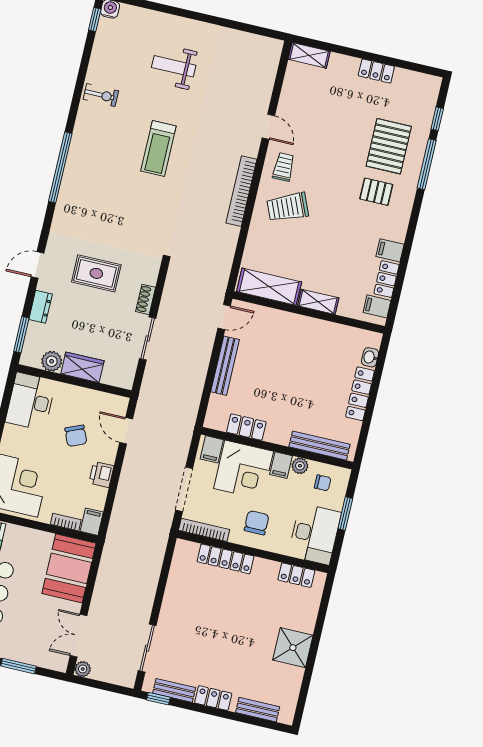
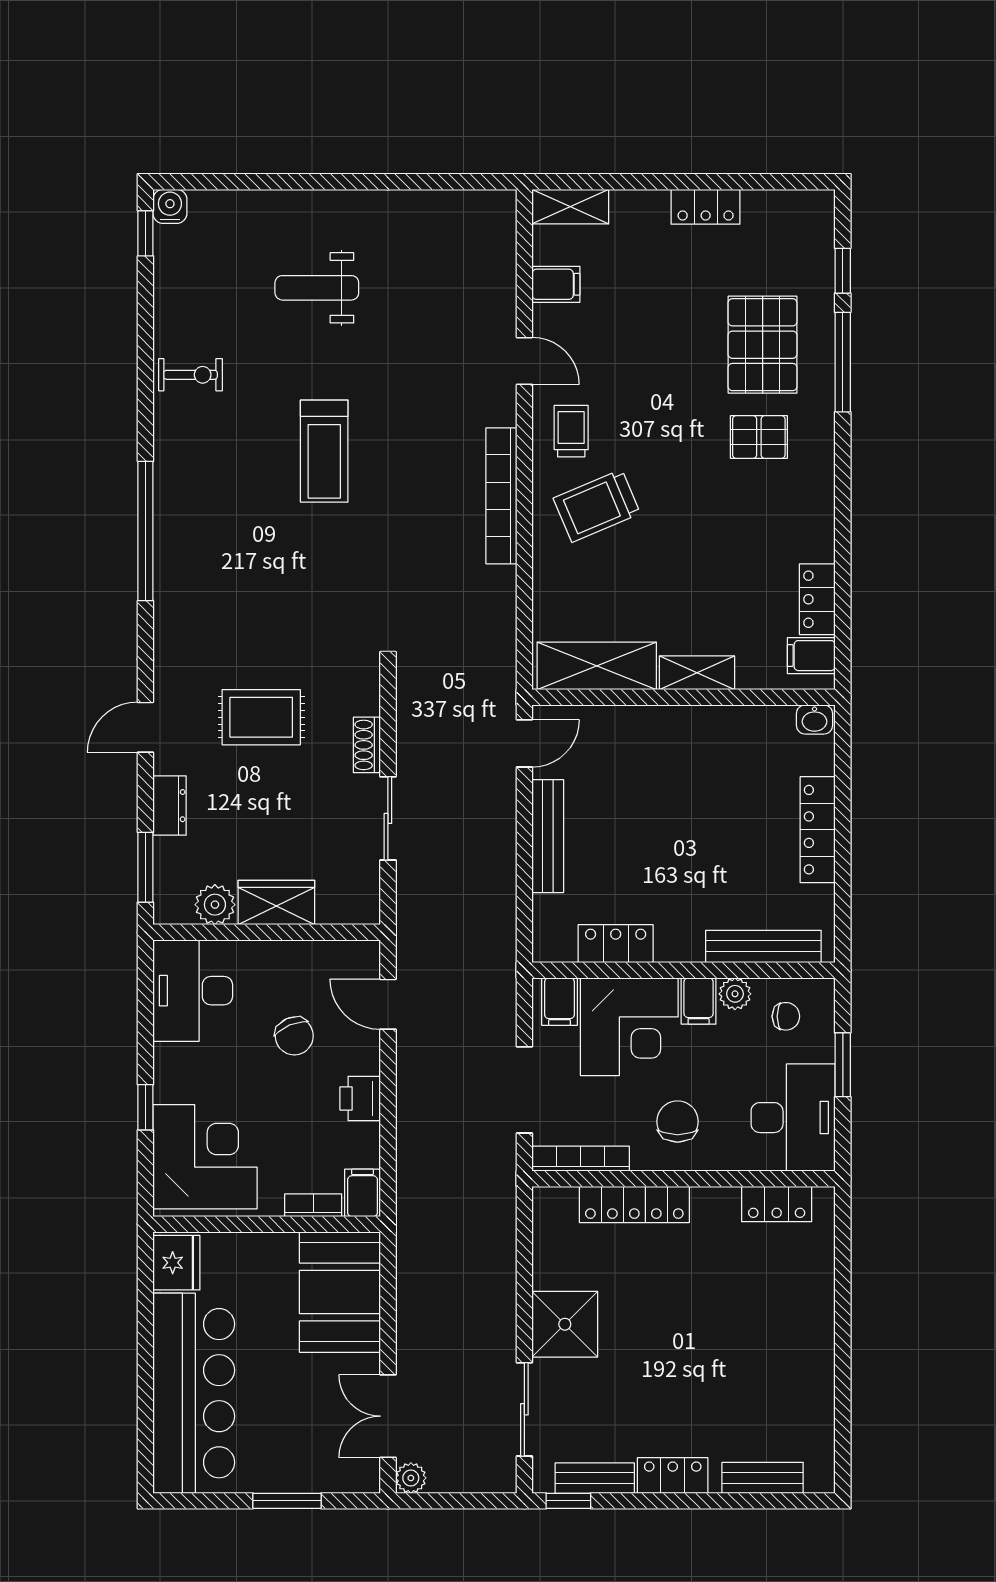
filing cabinet: (390, 250) -> (556, 284), moved, turned 180
washbasin: (370, 357) -> (815, 719), moved, turned -90
shower: (293, 648) -> (565, 1324), moved

